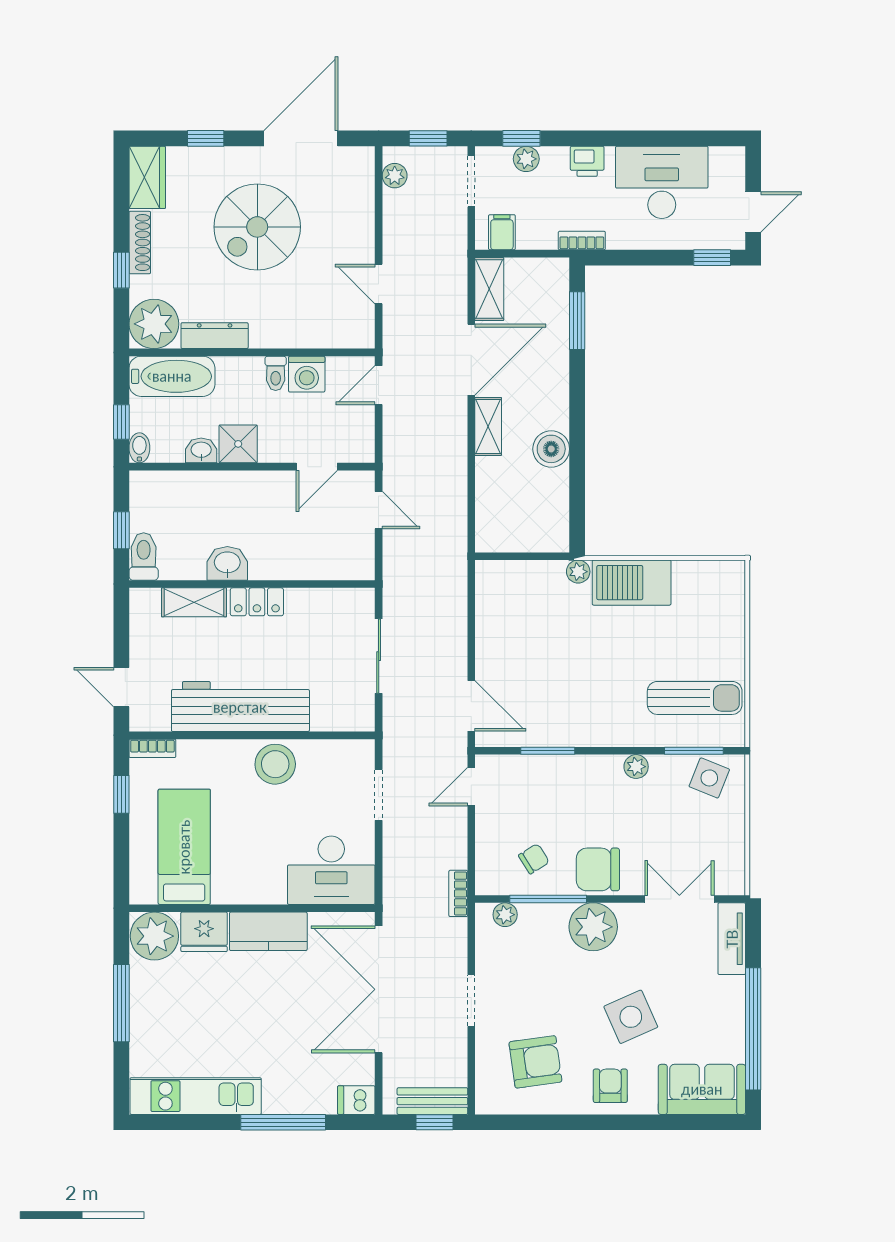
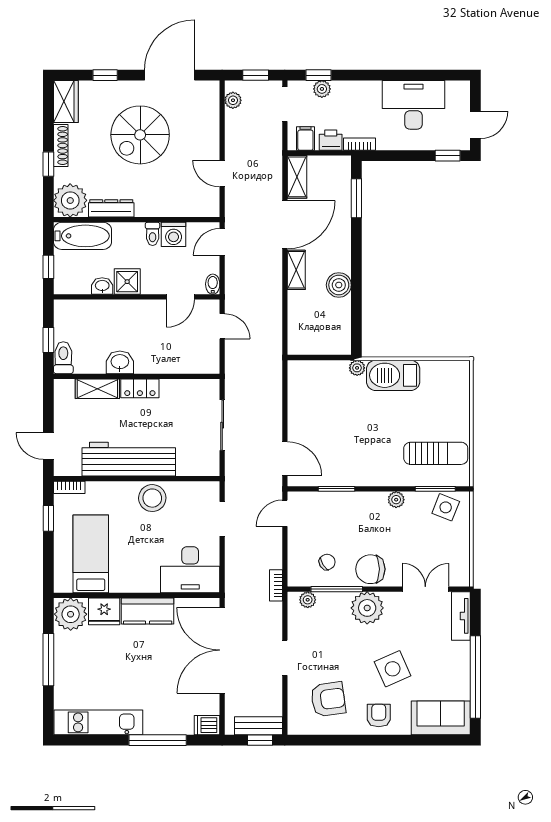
printer: (587, 161) -> (331, 140), moved, turned 180
bidet: (139, 448) -> (213, 284), moved

